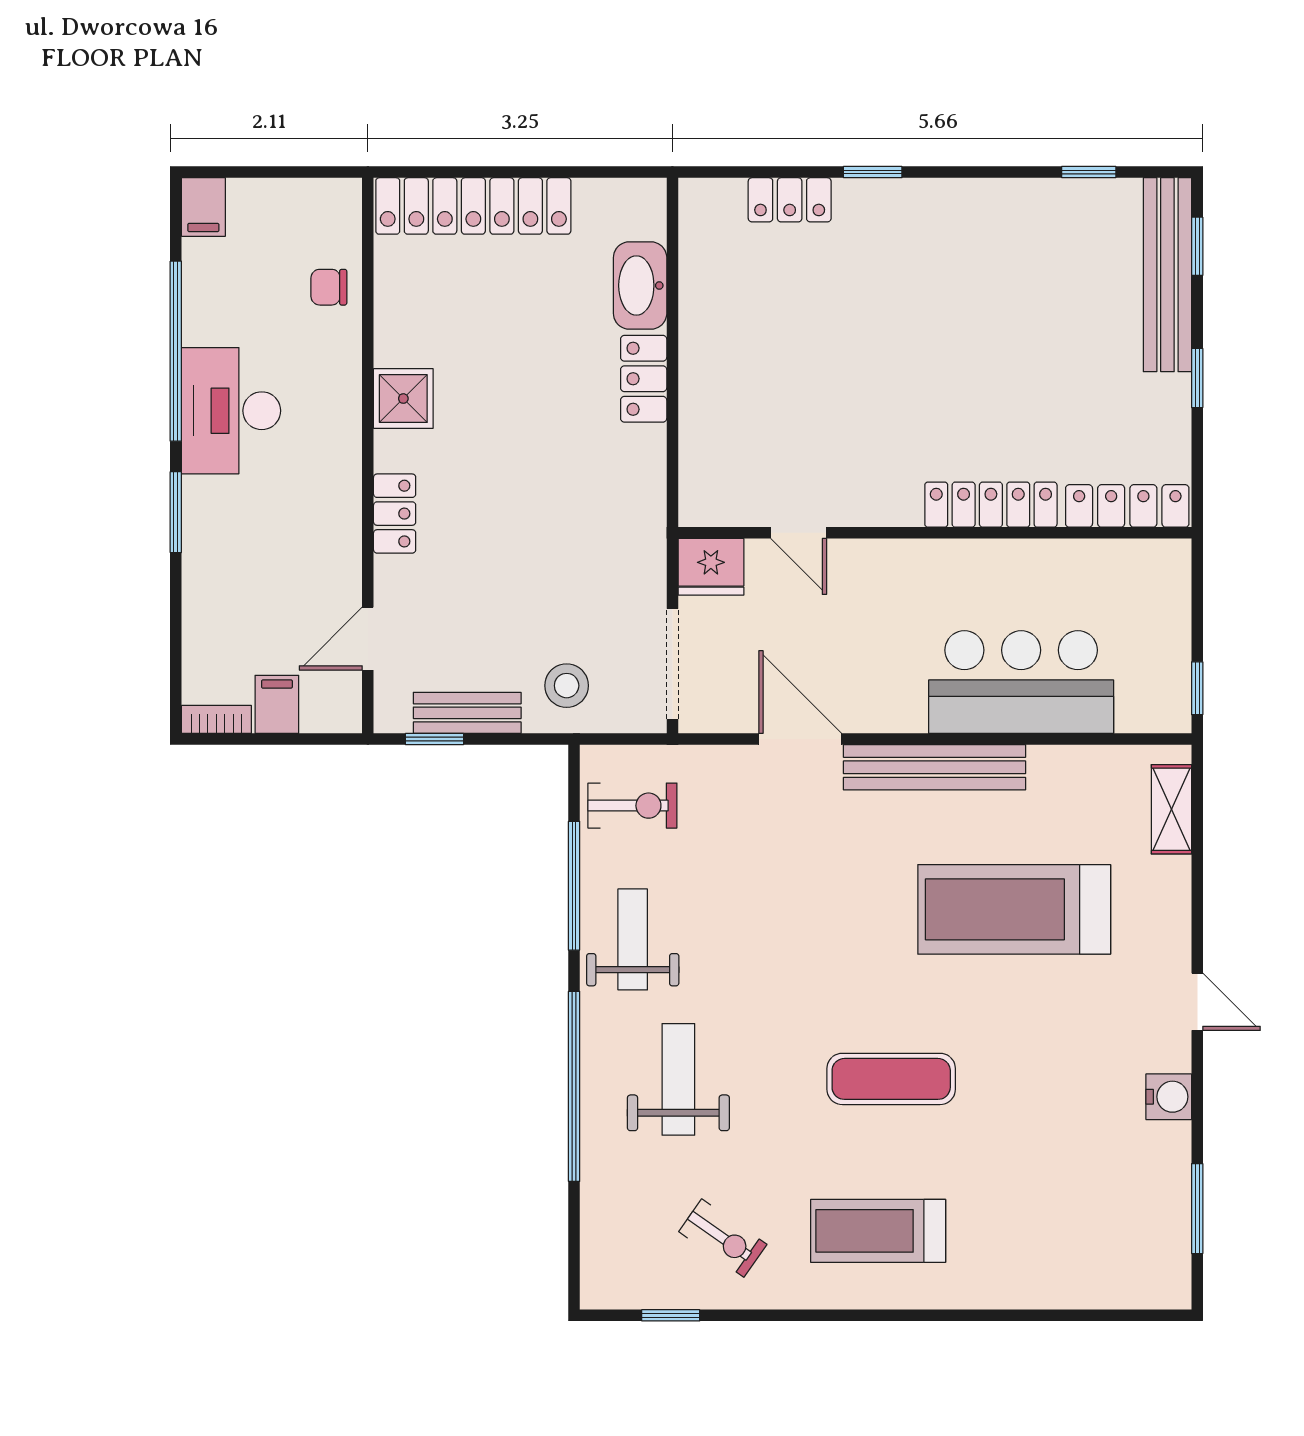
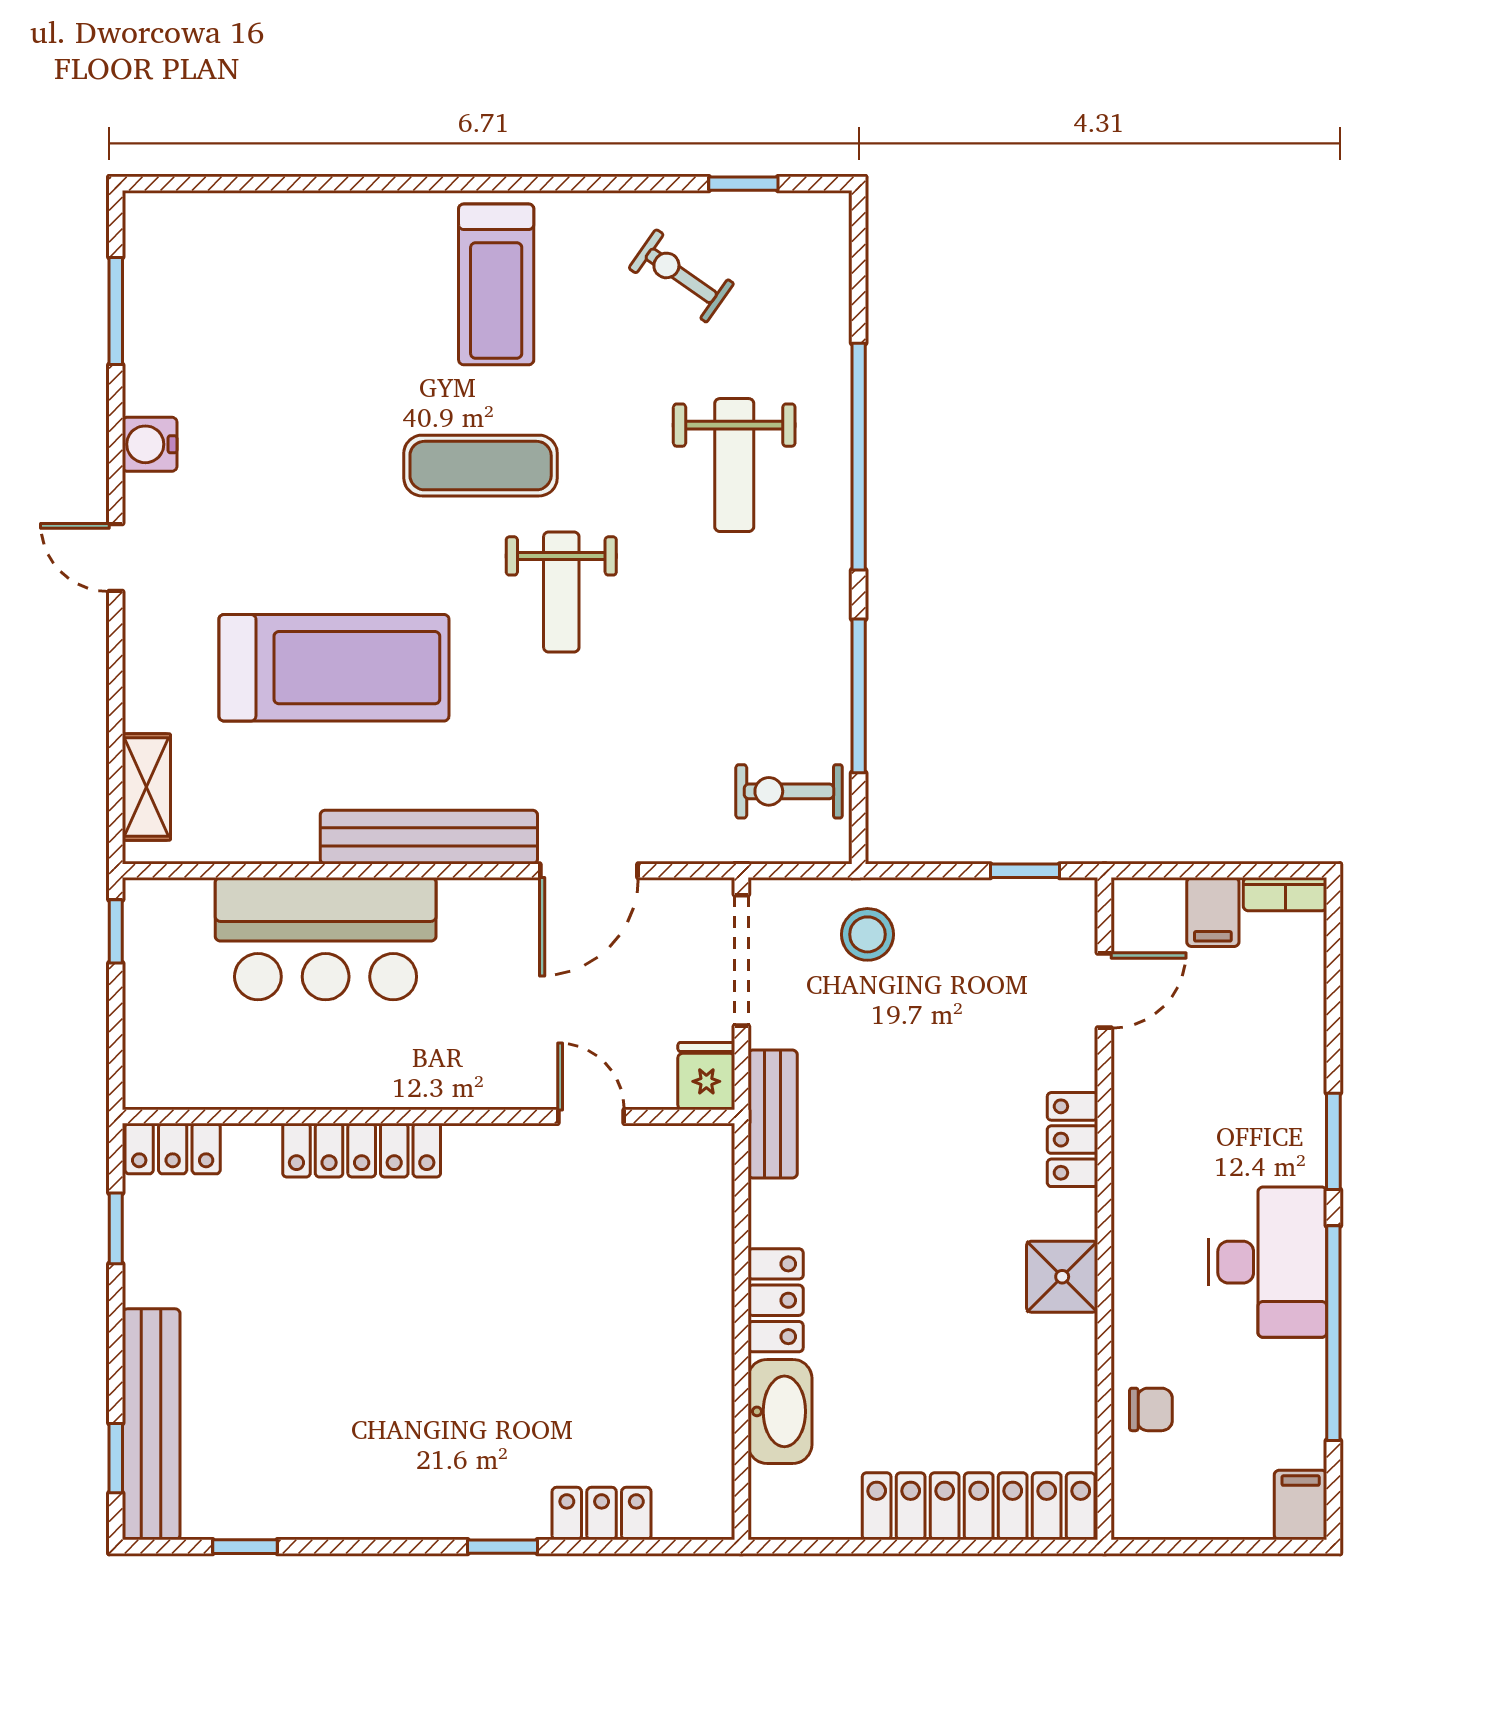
window: (1197, 378) -> (116, 1228), moved
locker: (1127, 506) -> (173, 1149), width x0.66
fridge: (711, 567) -> (706, 1076), width x0.72
bench: (467, 713) -> (773, 1114), moved, turned 90
door: (800, 739) -> (589, 871), hinge flipped
weight bench: (633, 939) -> (561, 592), moved
treadmill: (878, 1231) -> (496, 284), turned 90

